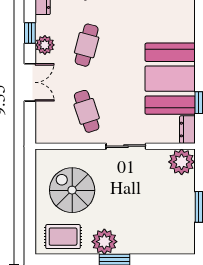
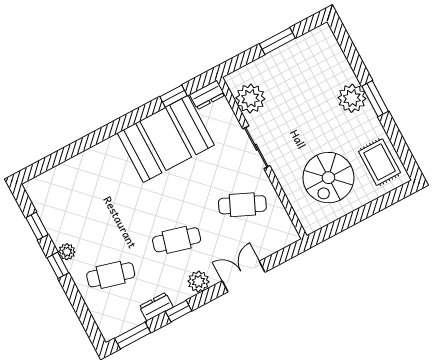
window: (30, 33) -> (179, 311), moved
cafe table: (87, 111) -> (242, 205), turned 42
plant: (182, 162) -> (250, 98), moved
plant: (104, 242) -> (352, 98), moved

